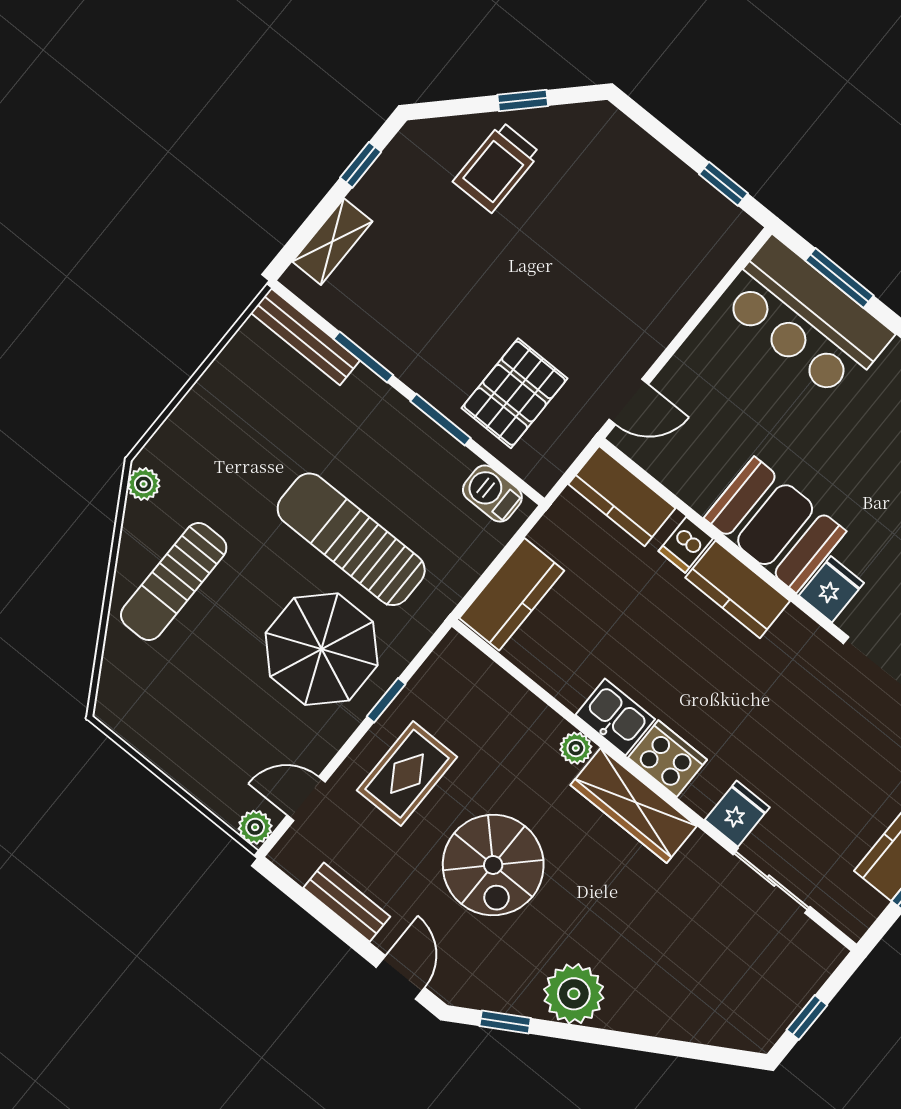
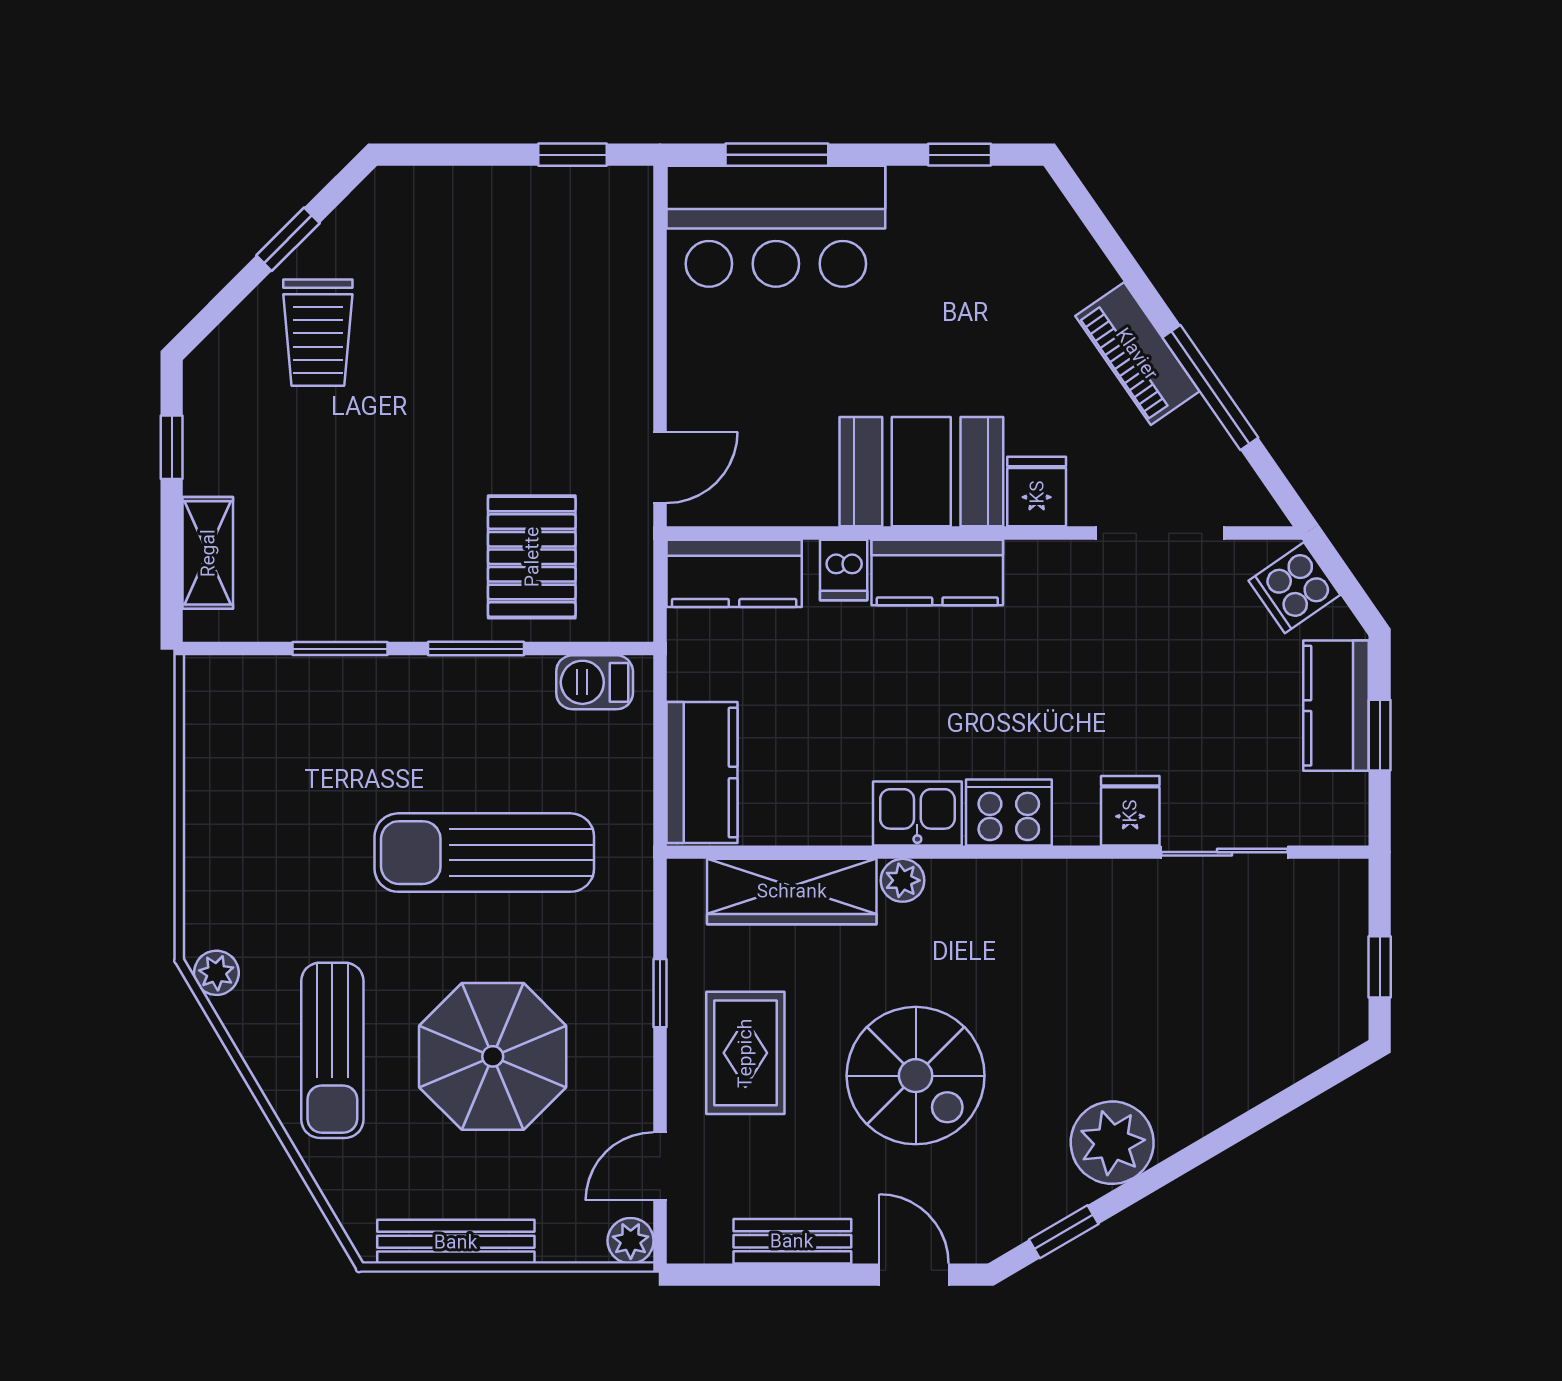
bench: (305, 337) -> (456, 1242), moved
parasol: (322, 649) -> (493, 1056), moved
wardrobe: (634, 806) -> (792, 891), moved

